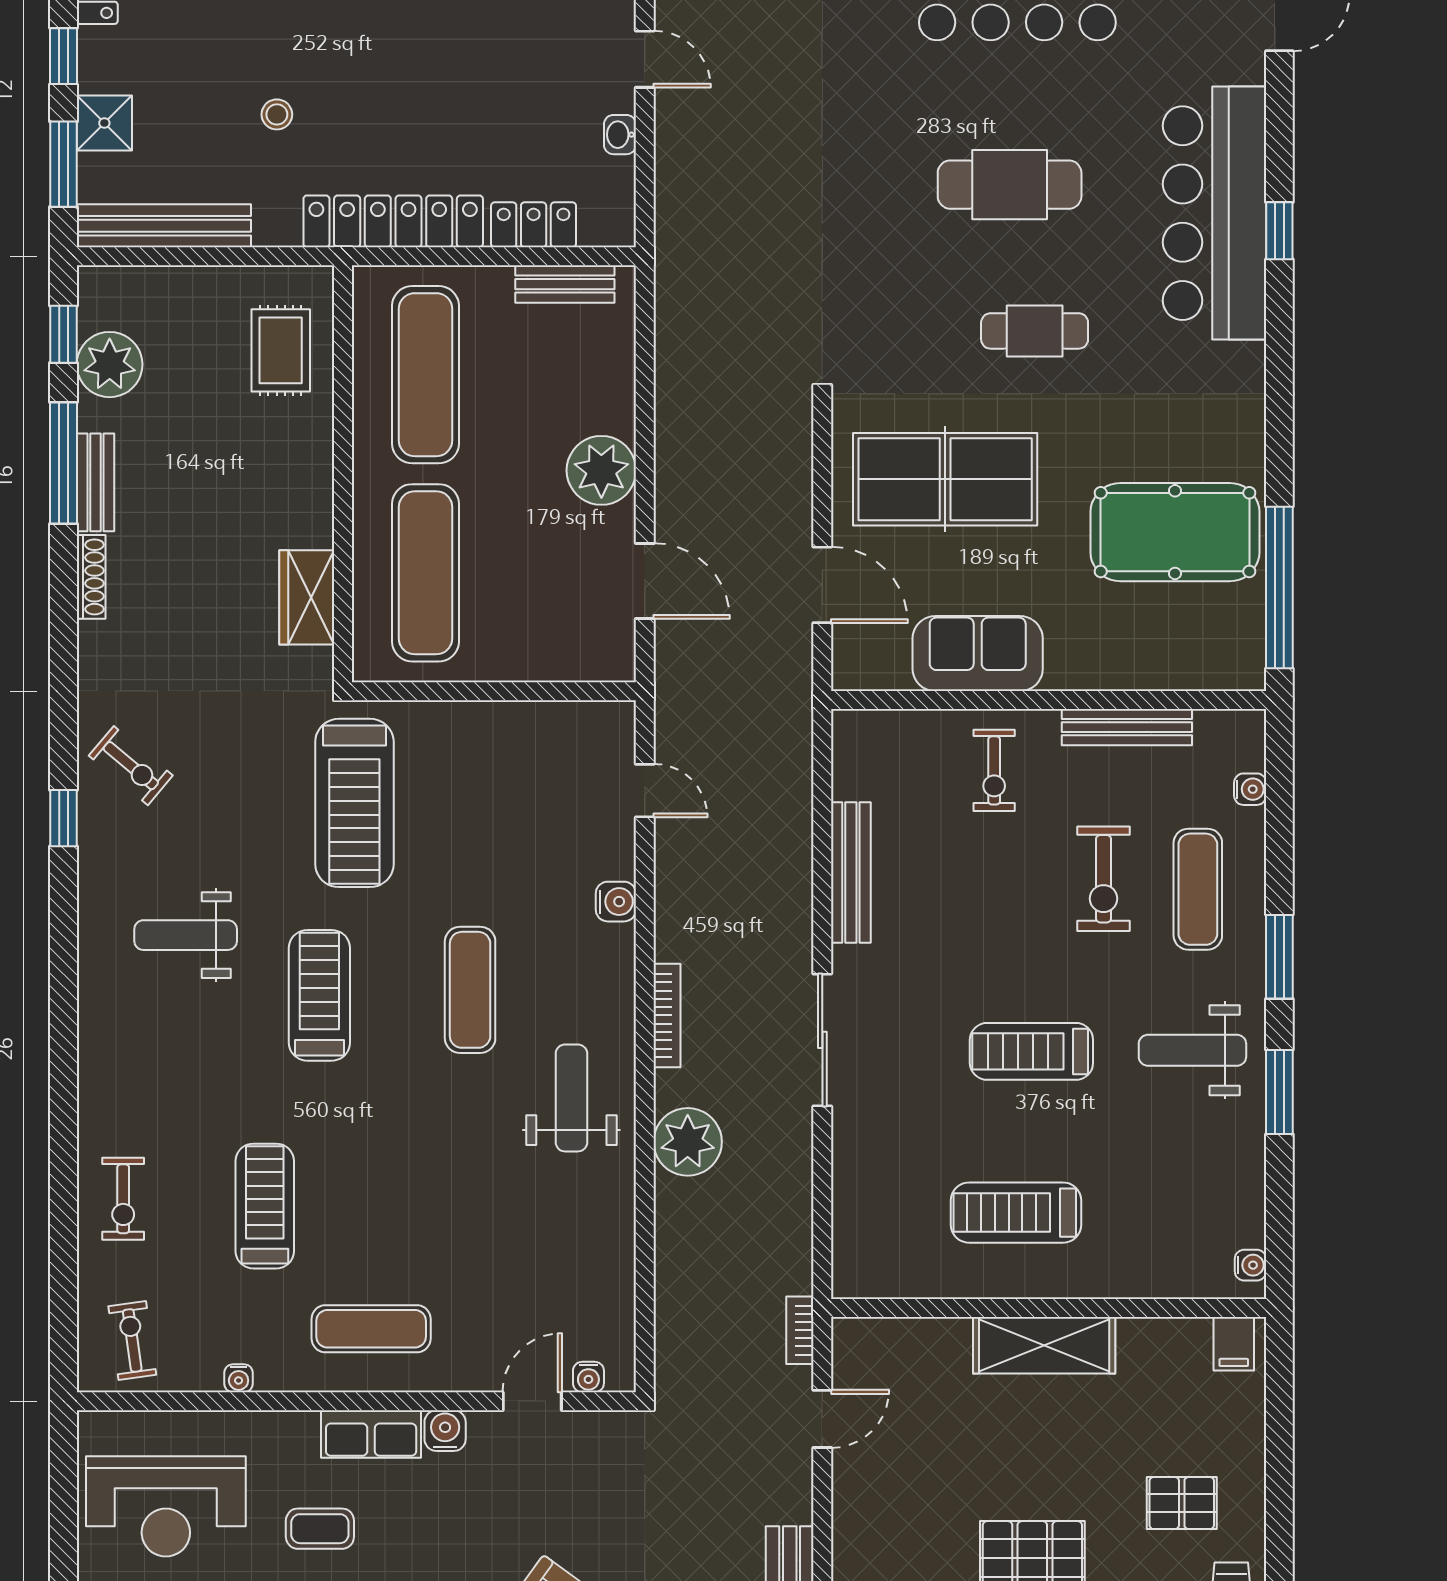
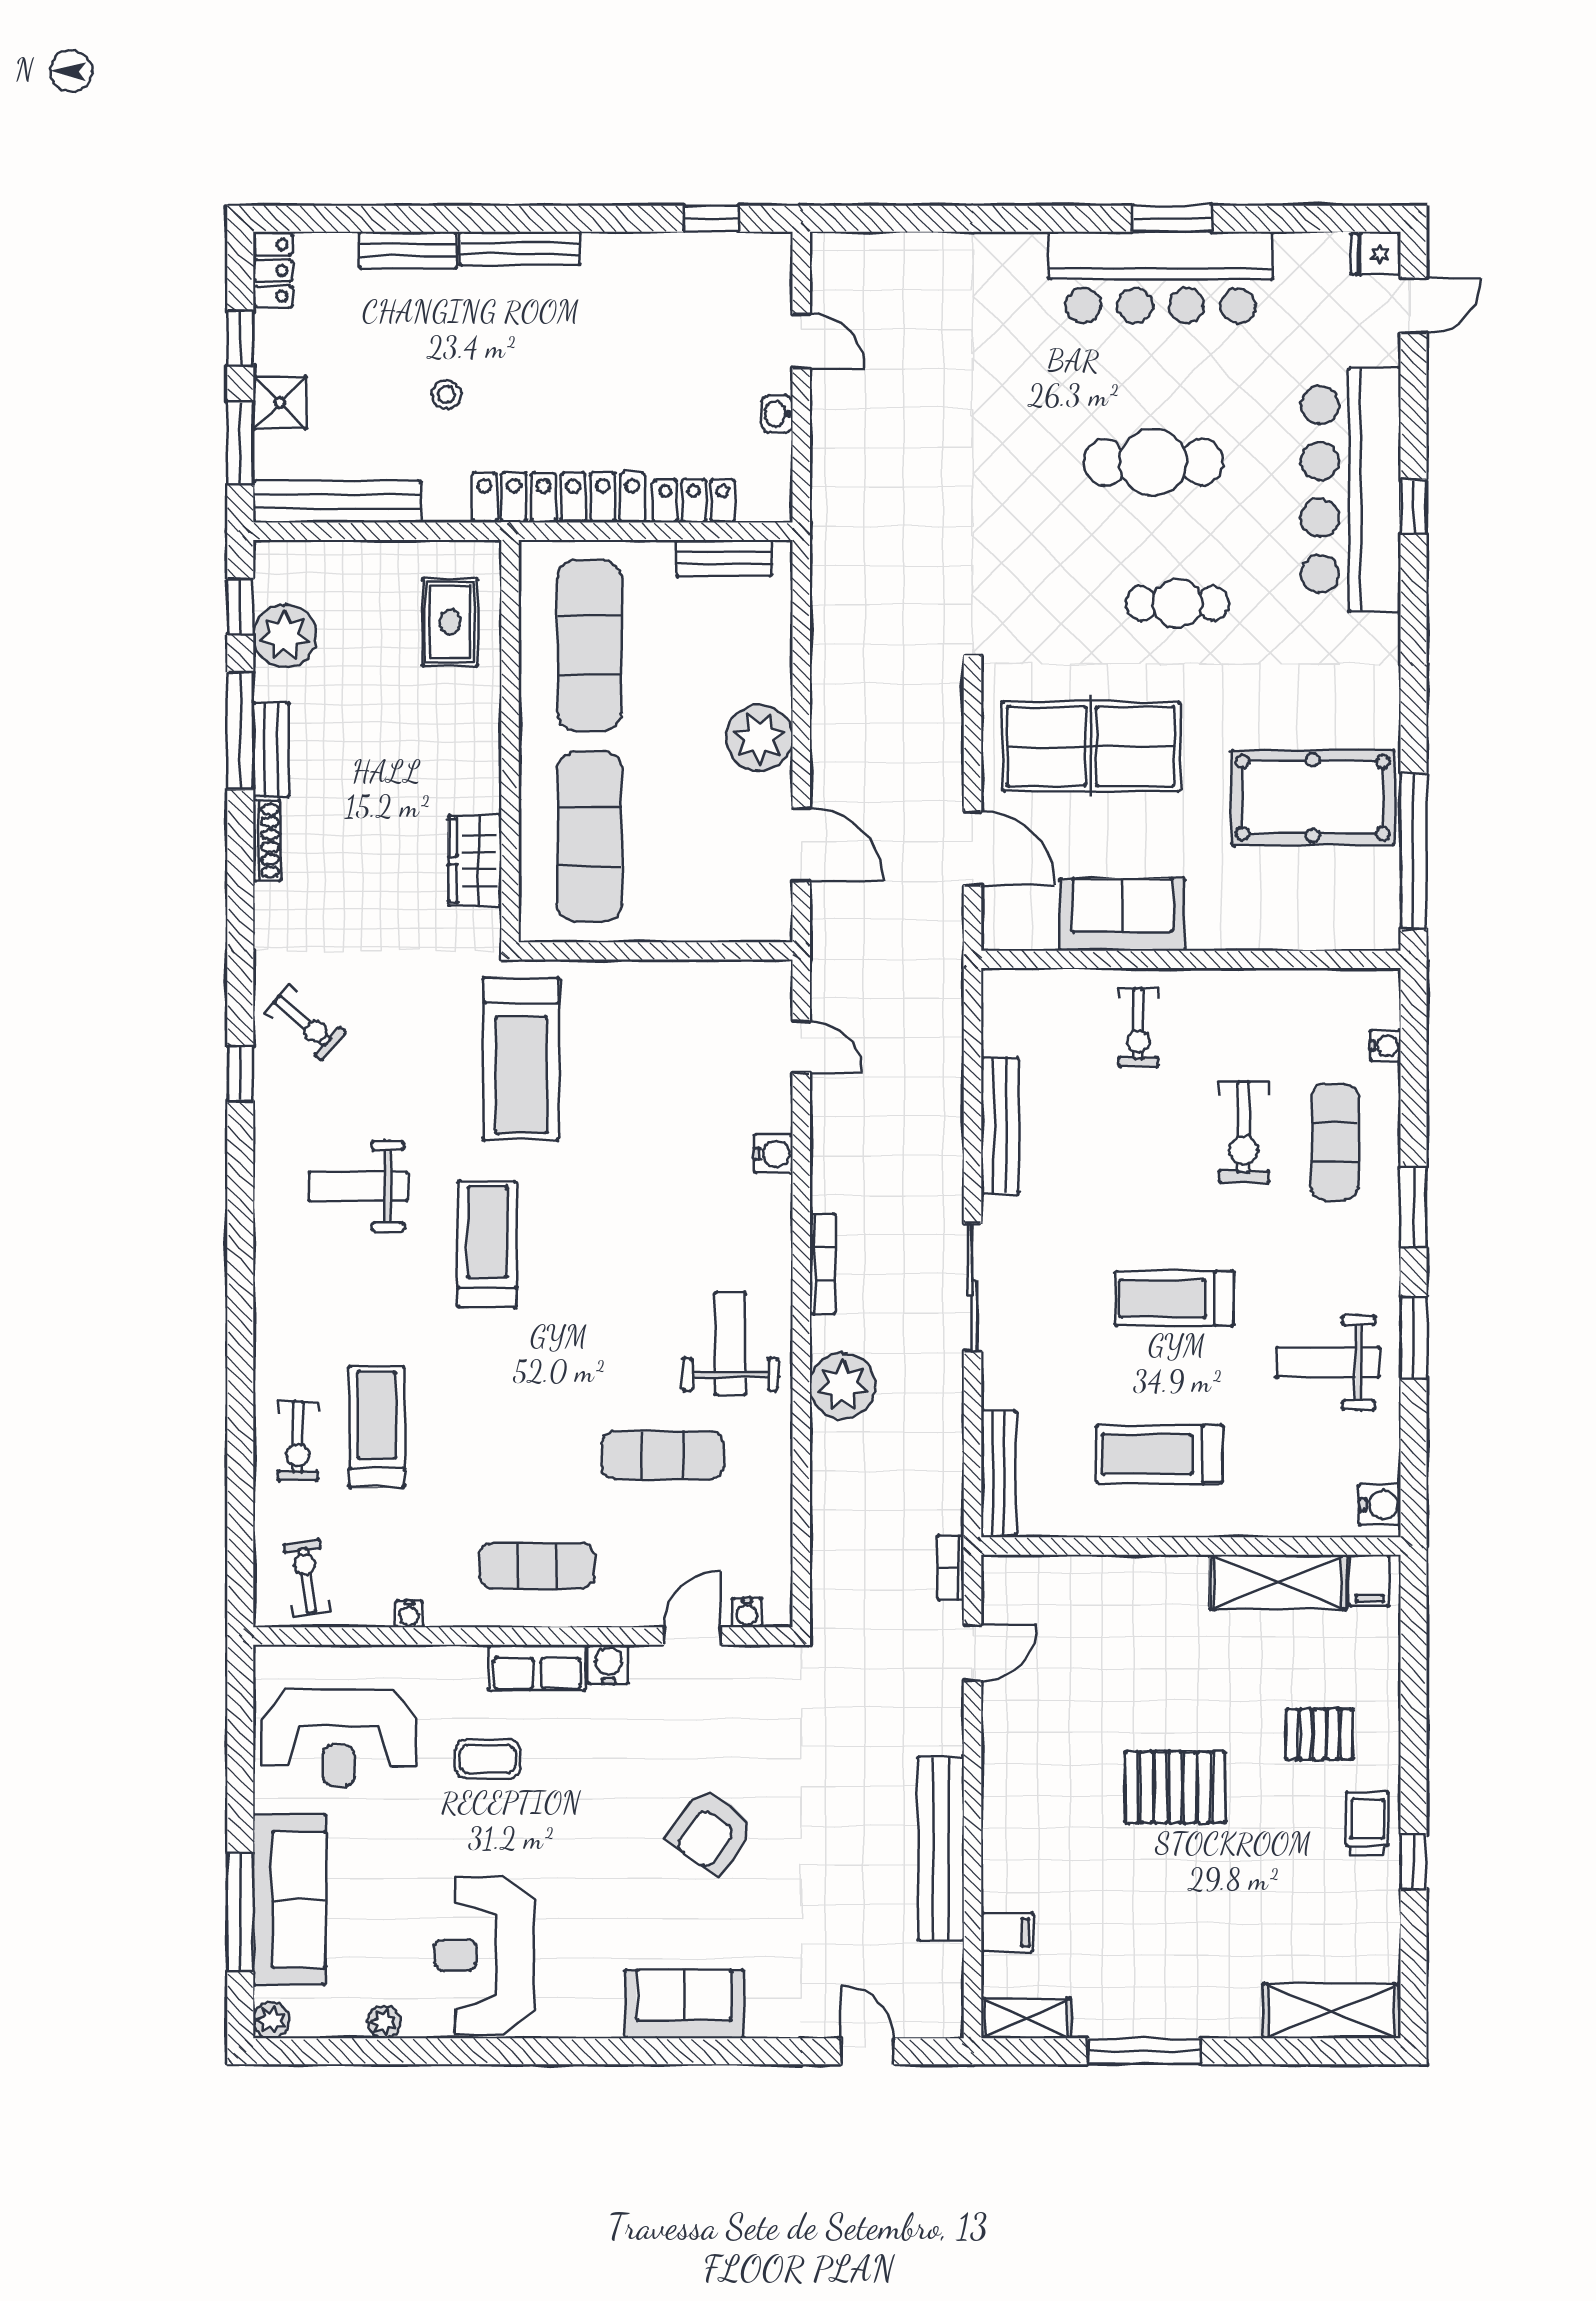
bench: (1127, 727) -> (999, 1473), moved, turned 90
exercise mat: (470, 990) -> (663, 1455), moved, turned 90
weight bench: (1192, 1050) -> (1328, 1362), moved
treadmill: (265, 1206) -> (377, 1427), moved
water cooler: (1251, 1265) -> (1380, 1505), width x1.38, depth x1.38
shelving: (1044, 1345) -> (1278, 1582), moved

